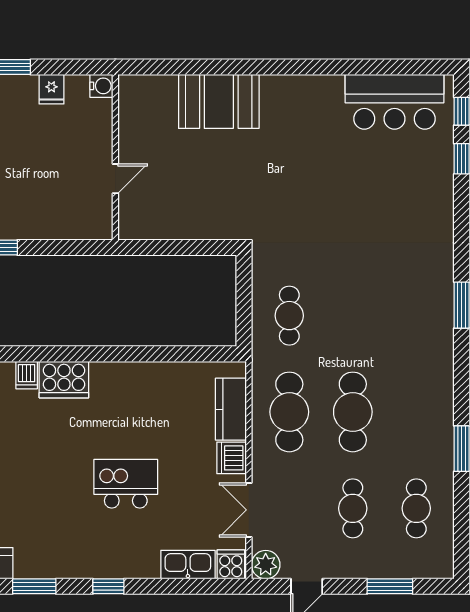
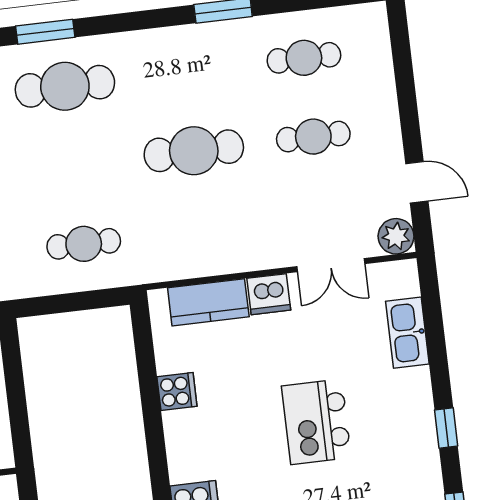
cafe table: (289, 412) -> (65, 86), moved
cooker: (231, 564) -> (177, 391), moved, turned 180
window: (390, 586) -> (405, 79), removed

